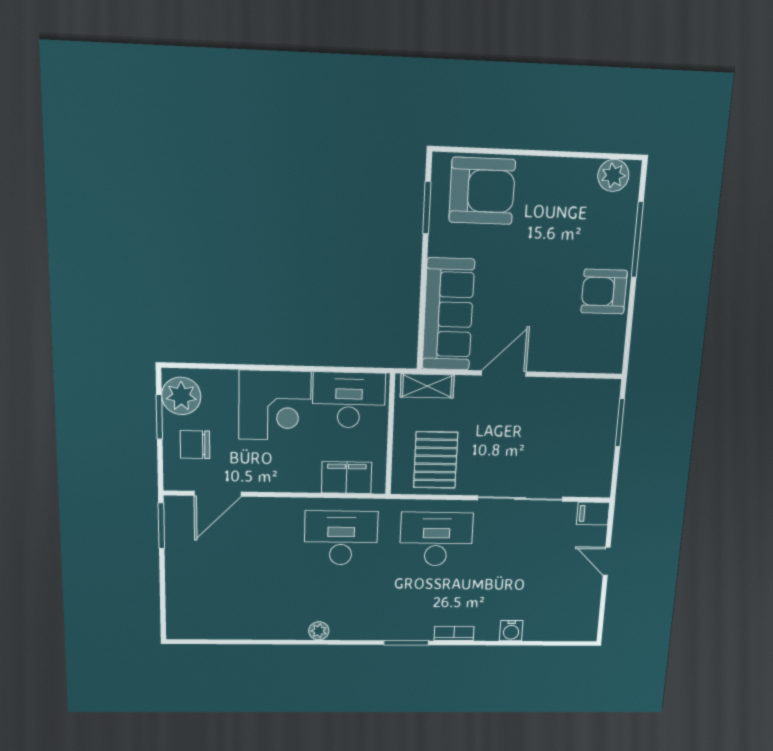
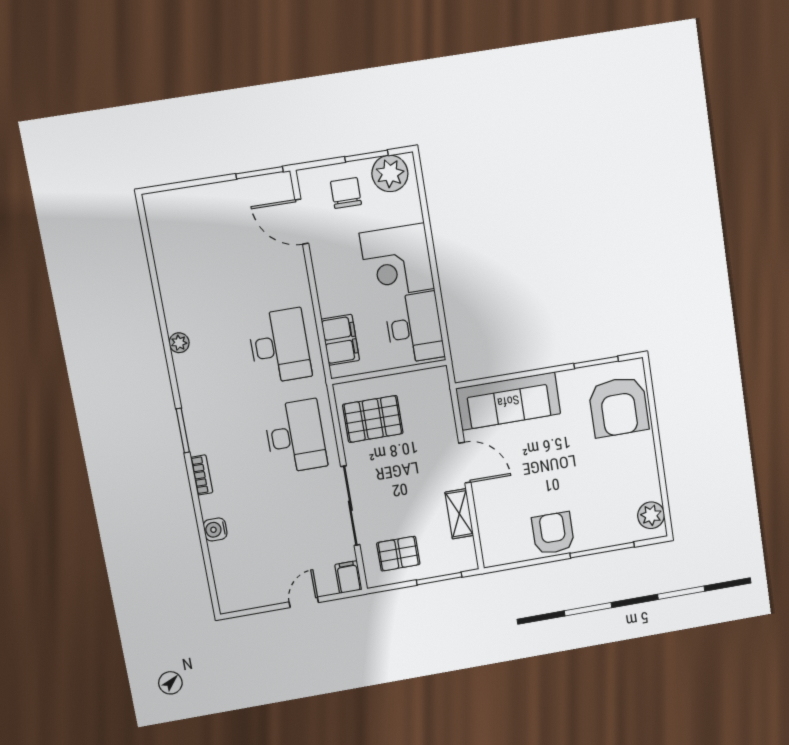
shelving: (427, 386) -> (459, 514), moved
pallet: (582, 460) -> (398, 554), added

